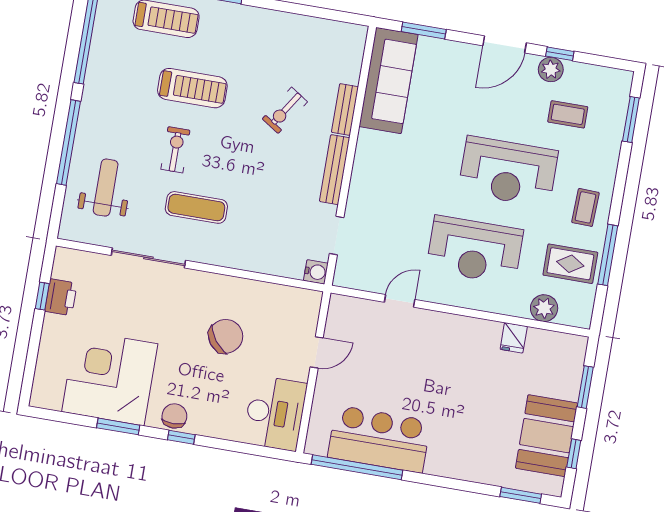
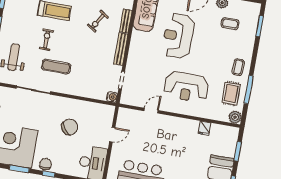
reception desk: (508, 172) -> (178, 36), moved, turned 90
rug: (570, 264) -> (231, 94), turned 90
plant: (544, 308) -> (235, 117), moved

